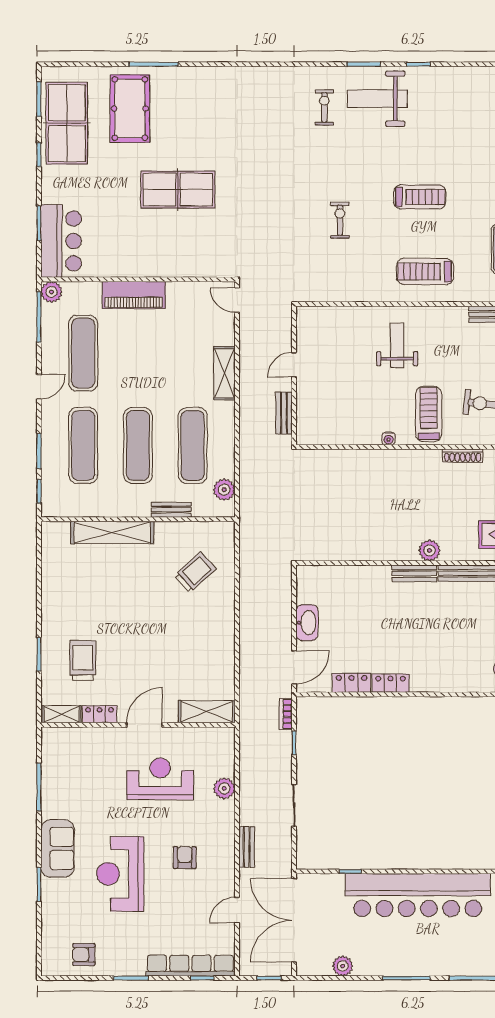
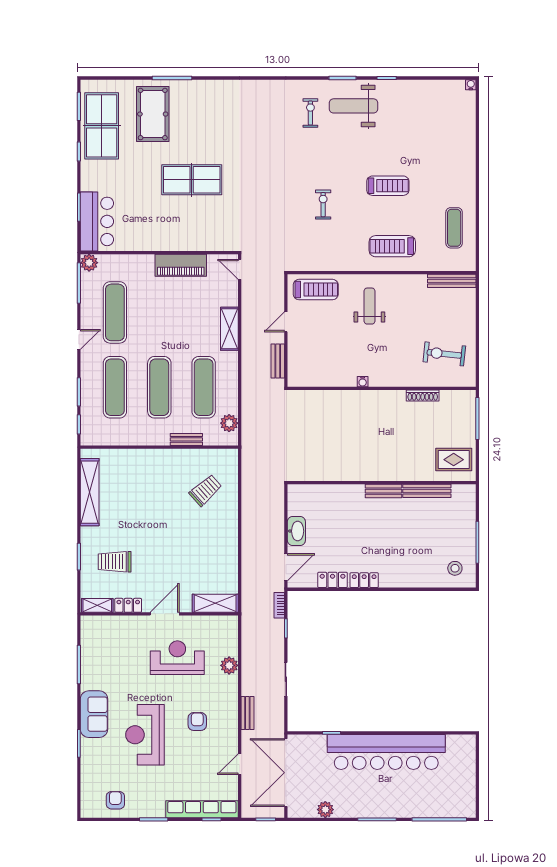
piano: (134, 295) -> (181, 265), moved
treadmill: (429, 414) -> (316, 290), moved, turned 90
shelving: (112, 532) -> (90, 492), moved, turned 90
plant: (429, 550) -> (396, 472), removed
trolley: (83, 661) -> (115, 562), turned -90
armchair: (84, 955) -> (115, 800), turned 90

